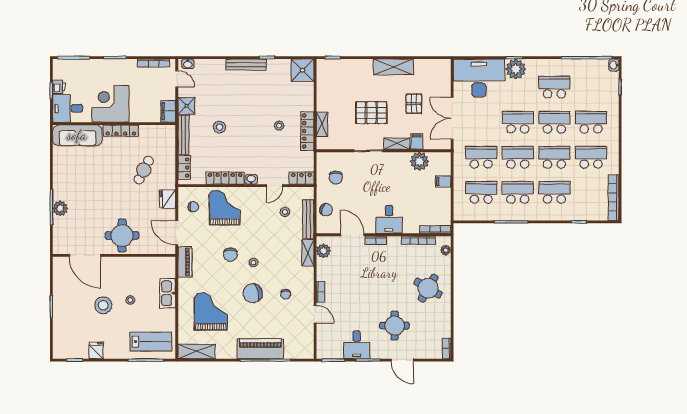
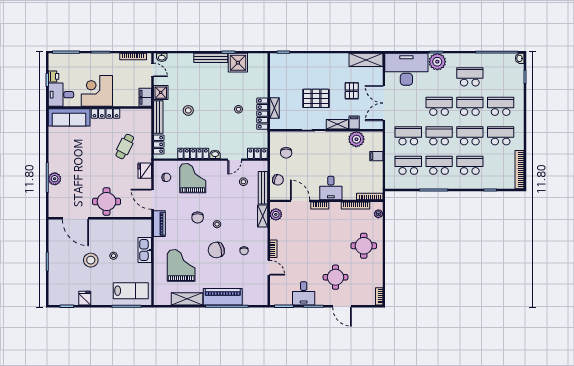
shelving: (393, 67) -> (366, 60), moved
shower: (302, 70) -> (238, 63), moved
round table: (428, 288) -> (364, 246), turned -30
shelving: (197, 351) -> (187, 299), moved

